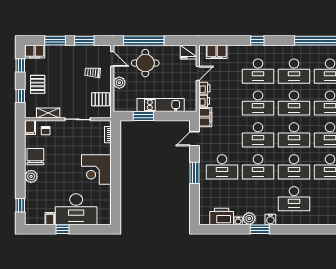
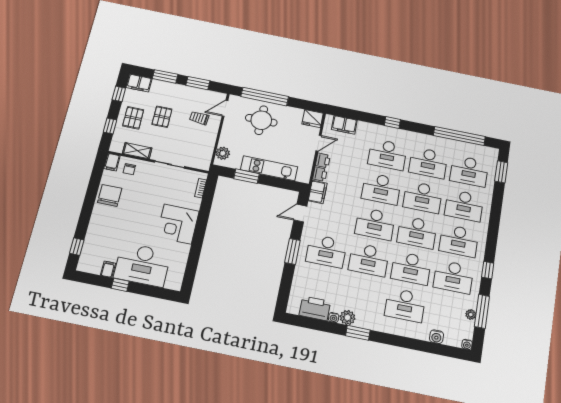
door: (112, 59) -> (225, 108), swing flipped
plant: (119, 83) -> (223, 153), moved
pallet: (101, 99) -> (162, 117), moved, turned 90
plant: (31, 176) -> (99, 216), removed
water cooler: (270, 219) -> (437, 337), moved

